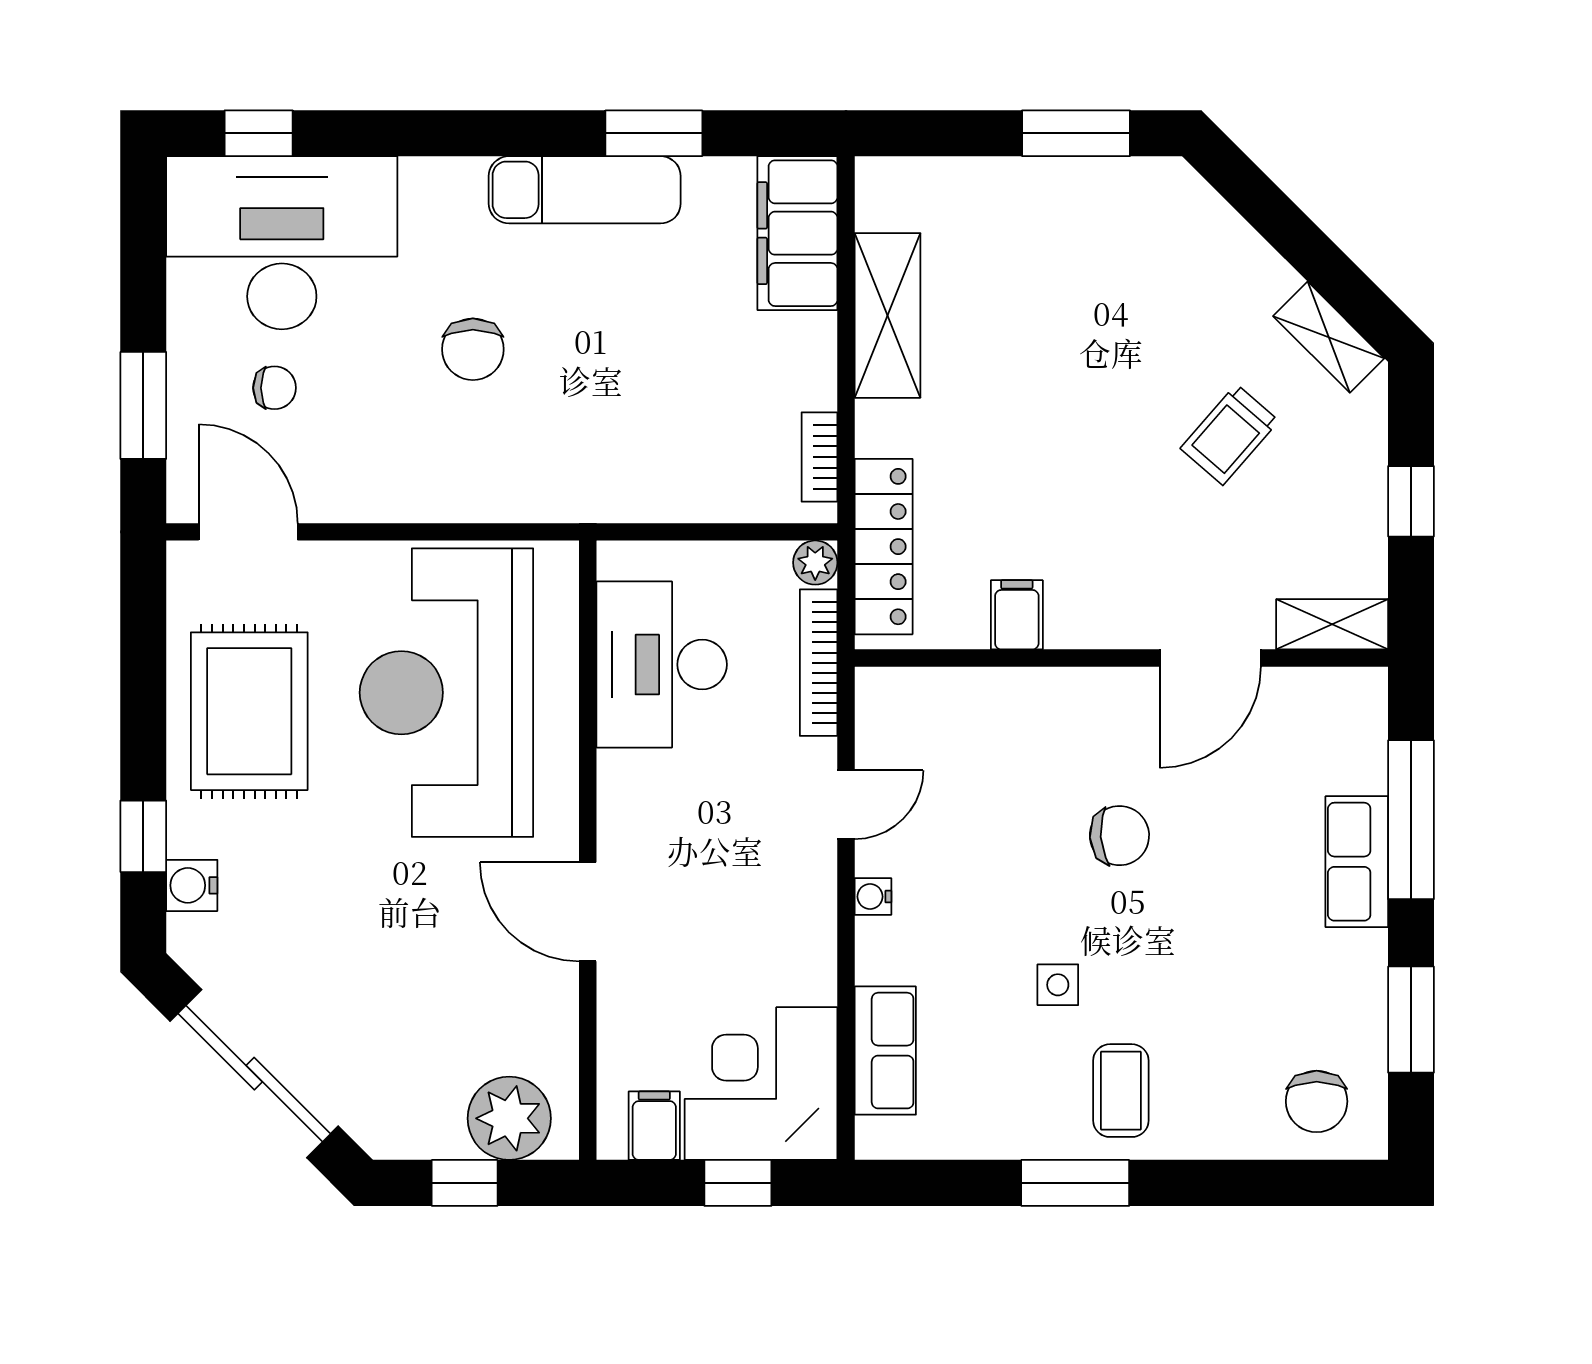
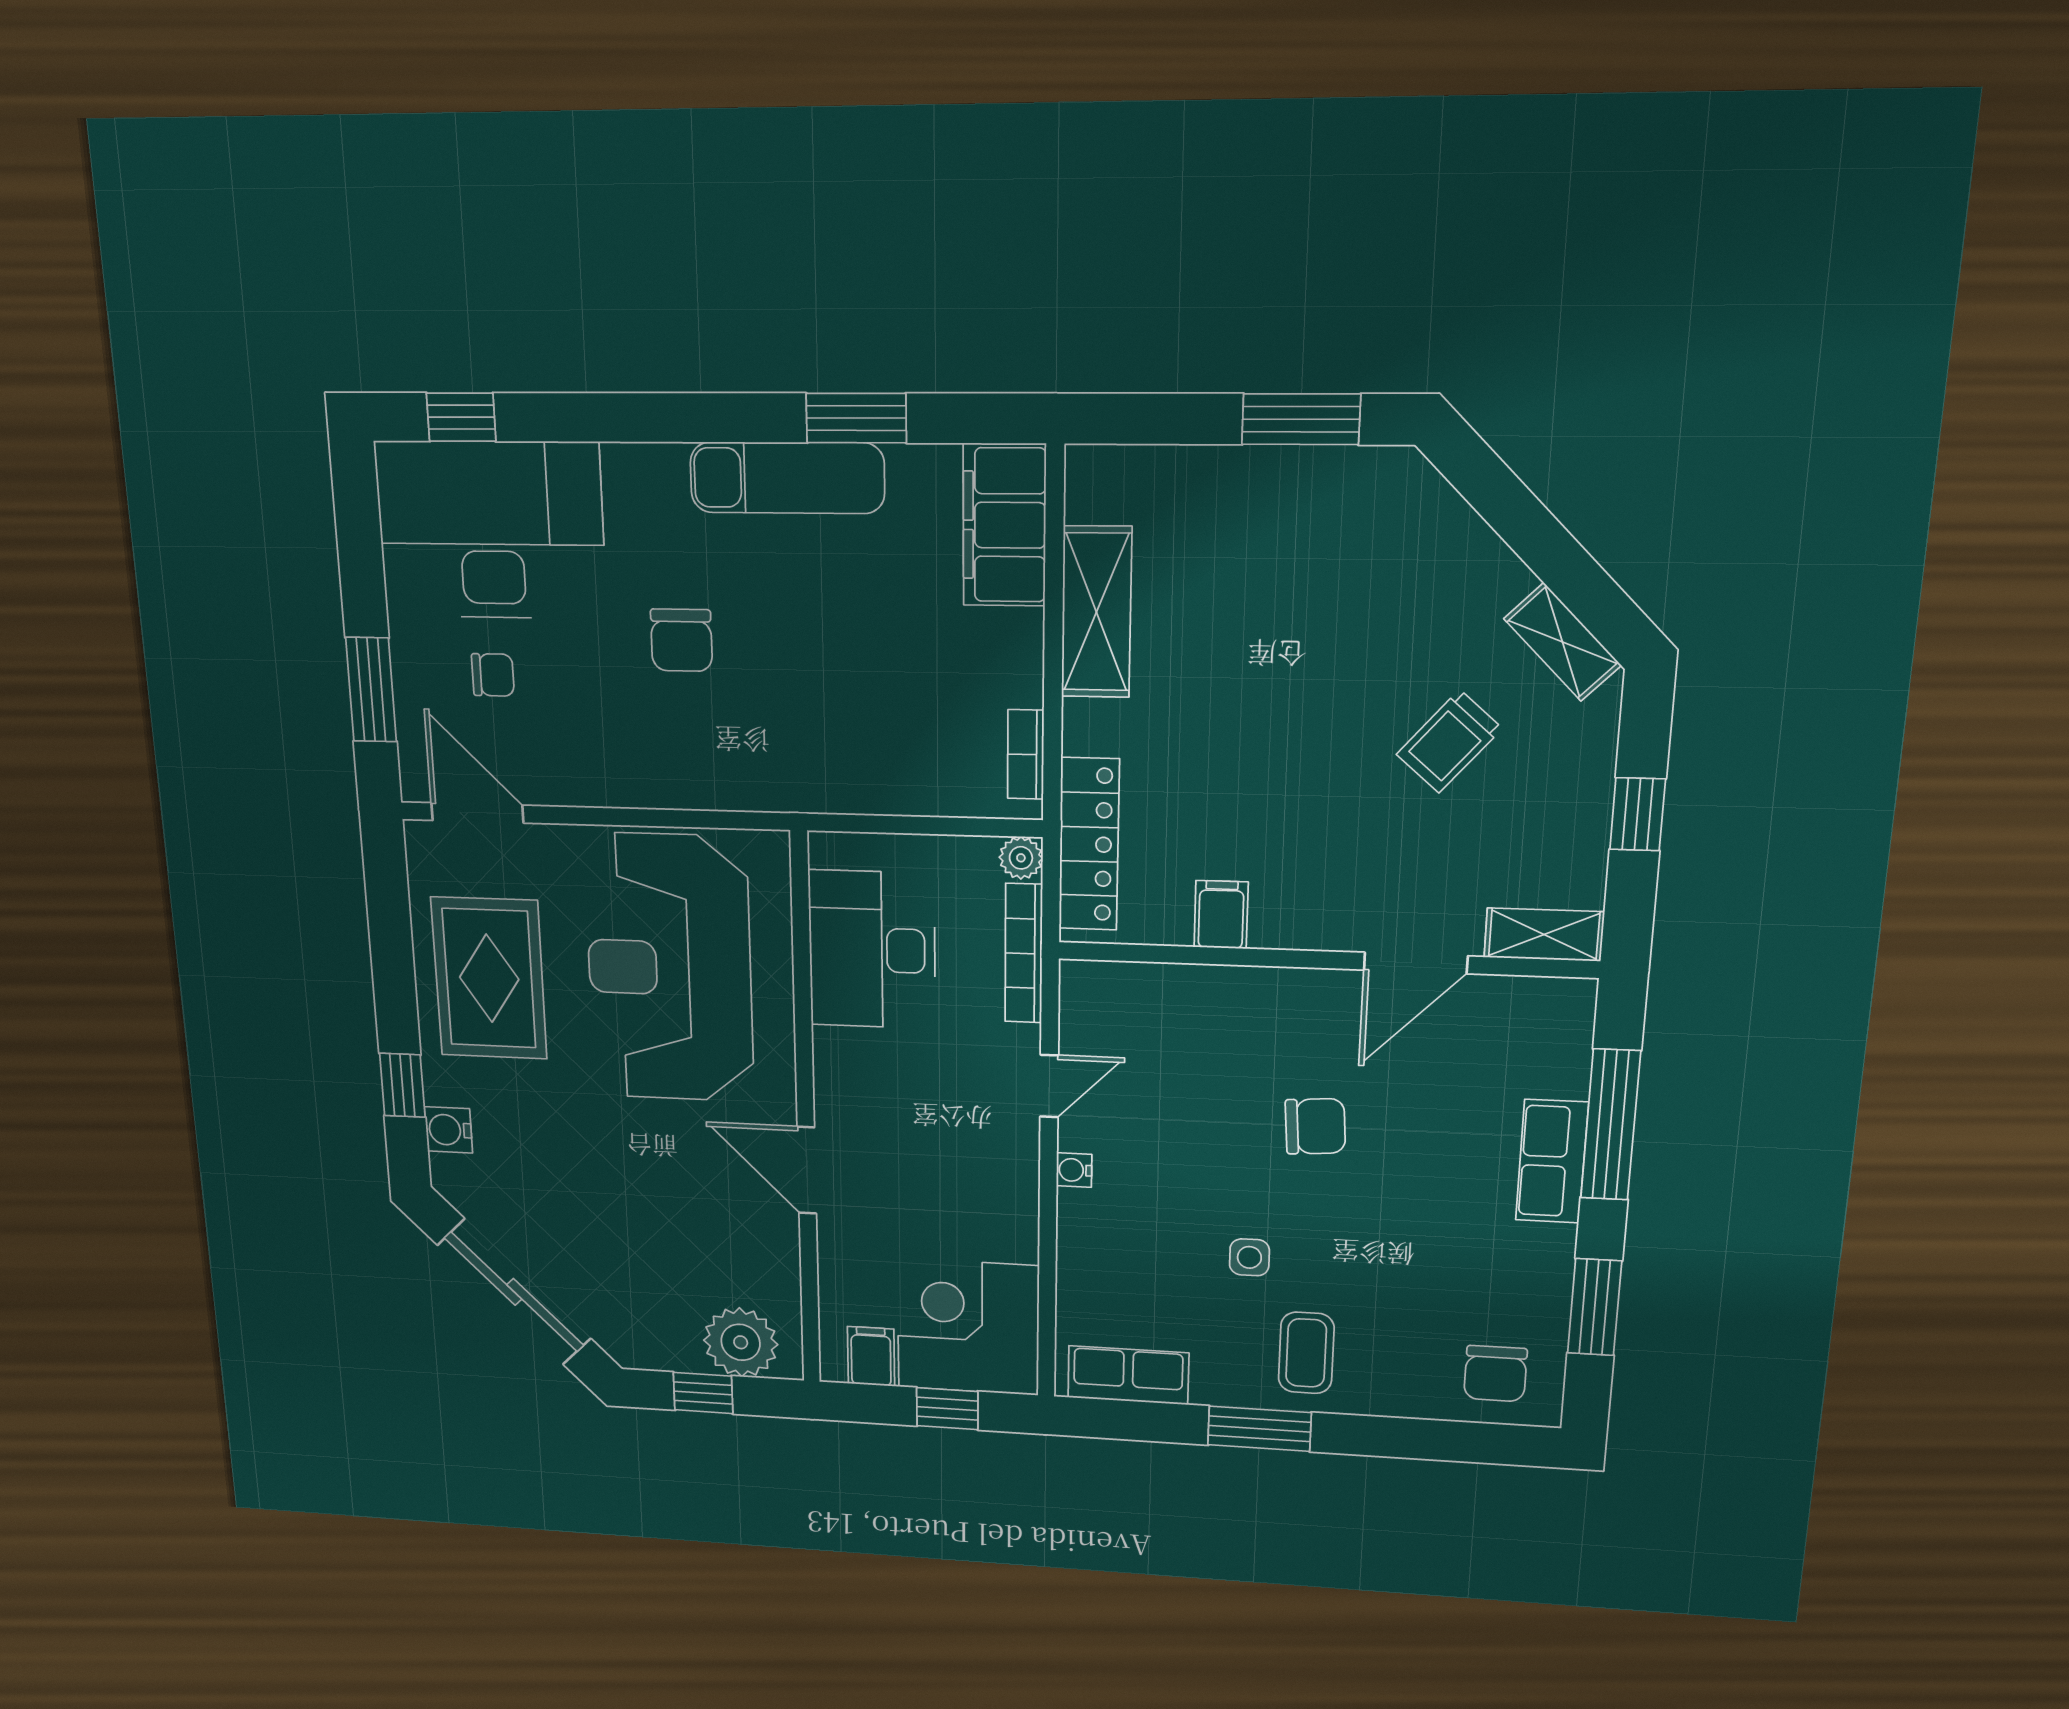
row of seats: (885, 1051) -> (1128, 1375), moved, turned -90

